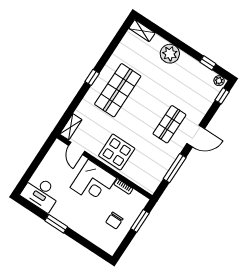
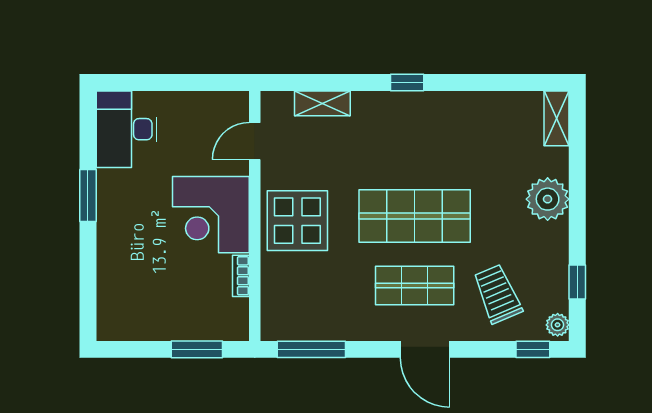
shop shelf: (118, 90) -> (415, 216), moved
trolley: (193, 95) -> (498, 294), added
shelving: (71, 127) -> (322, 103), moved
window: (175, 168) -> (311, 349), moved
chair: (114, 220) -> (166, 301), removed

